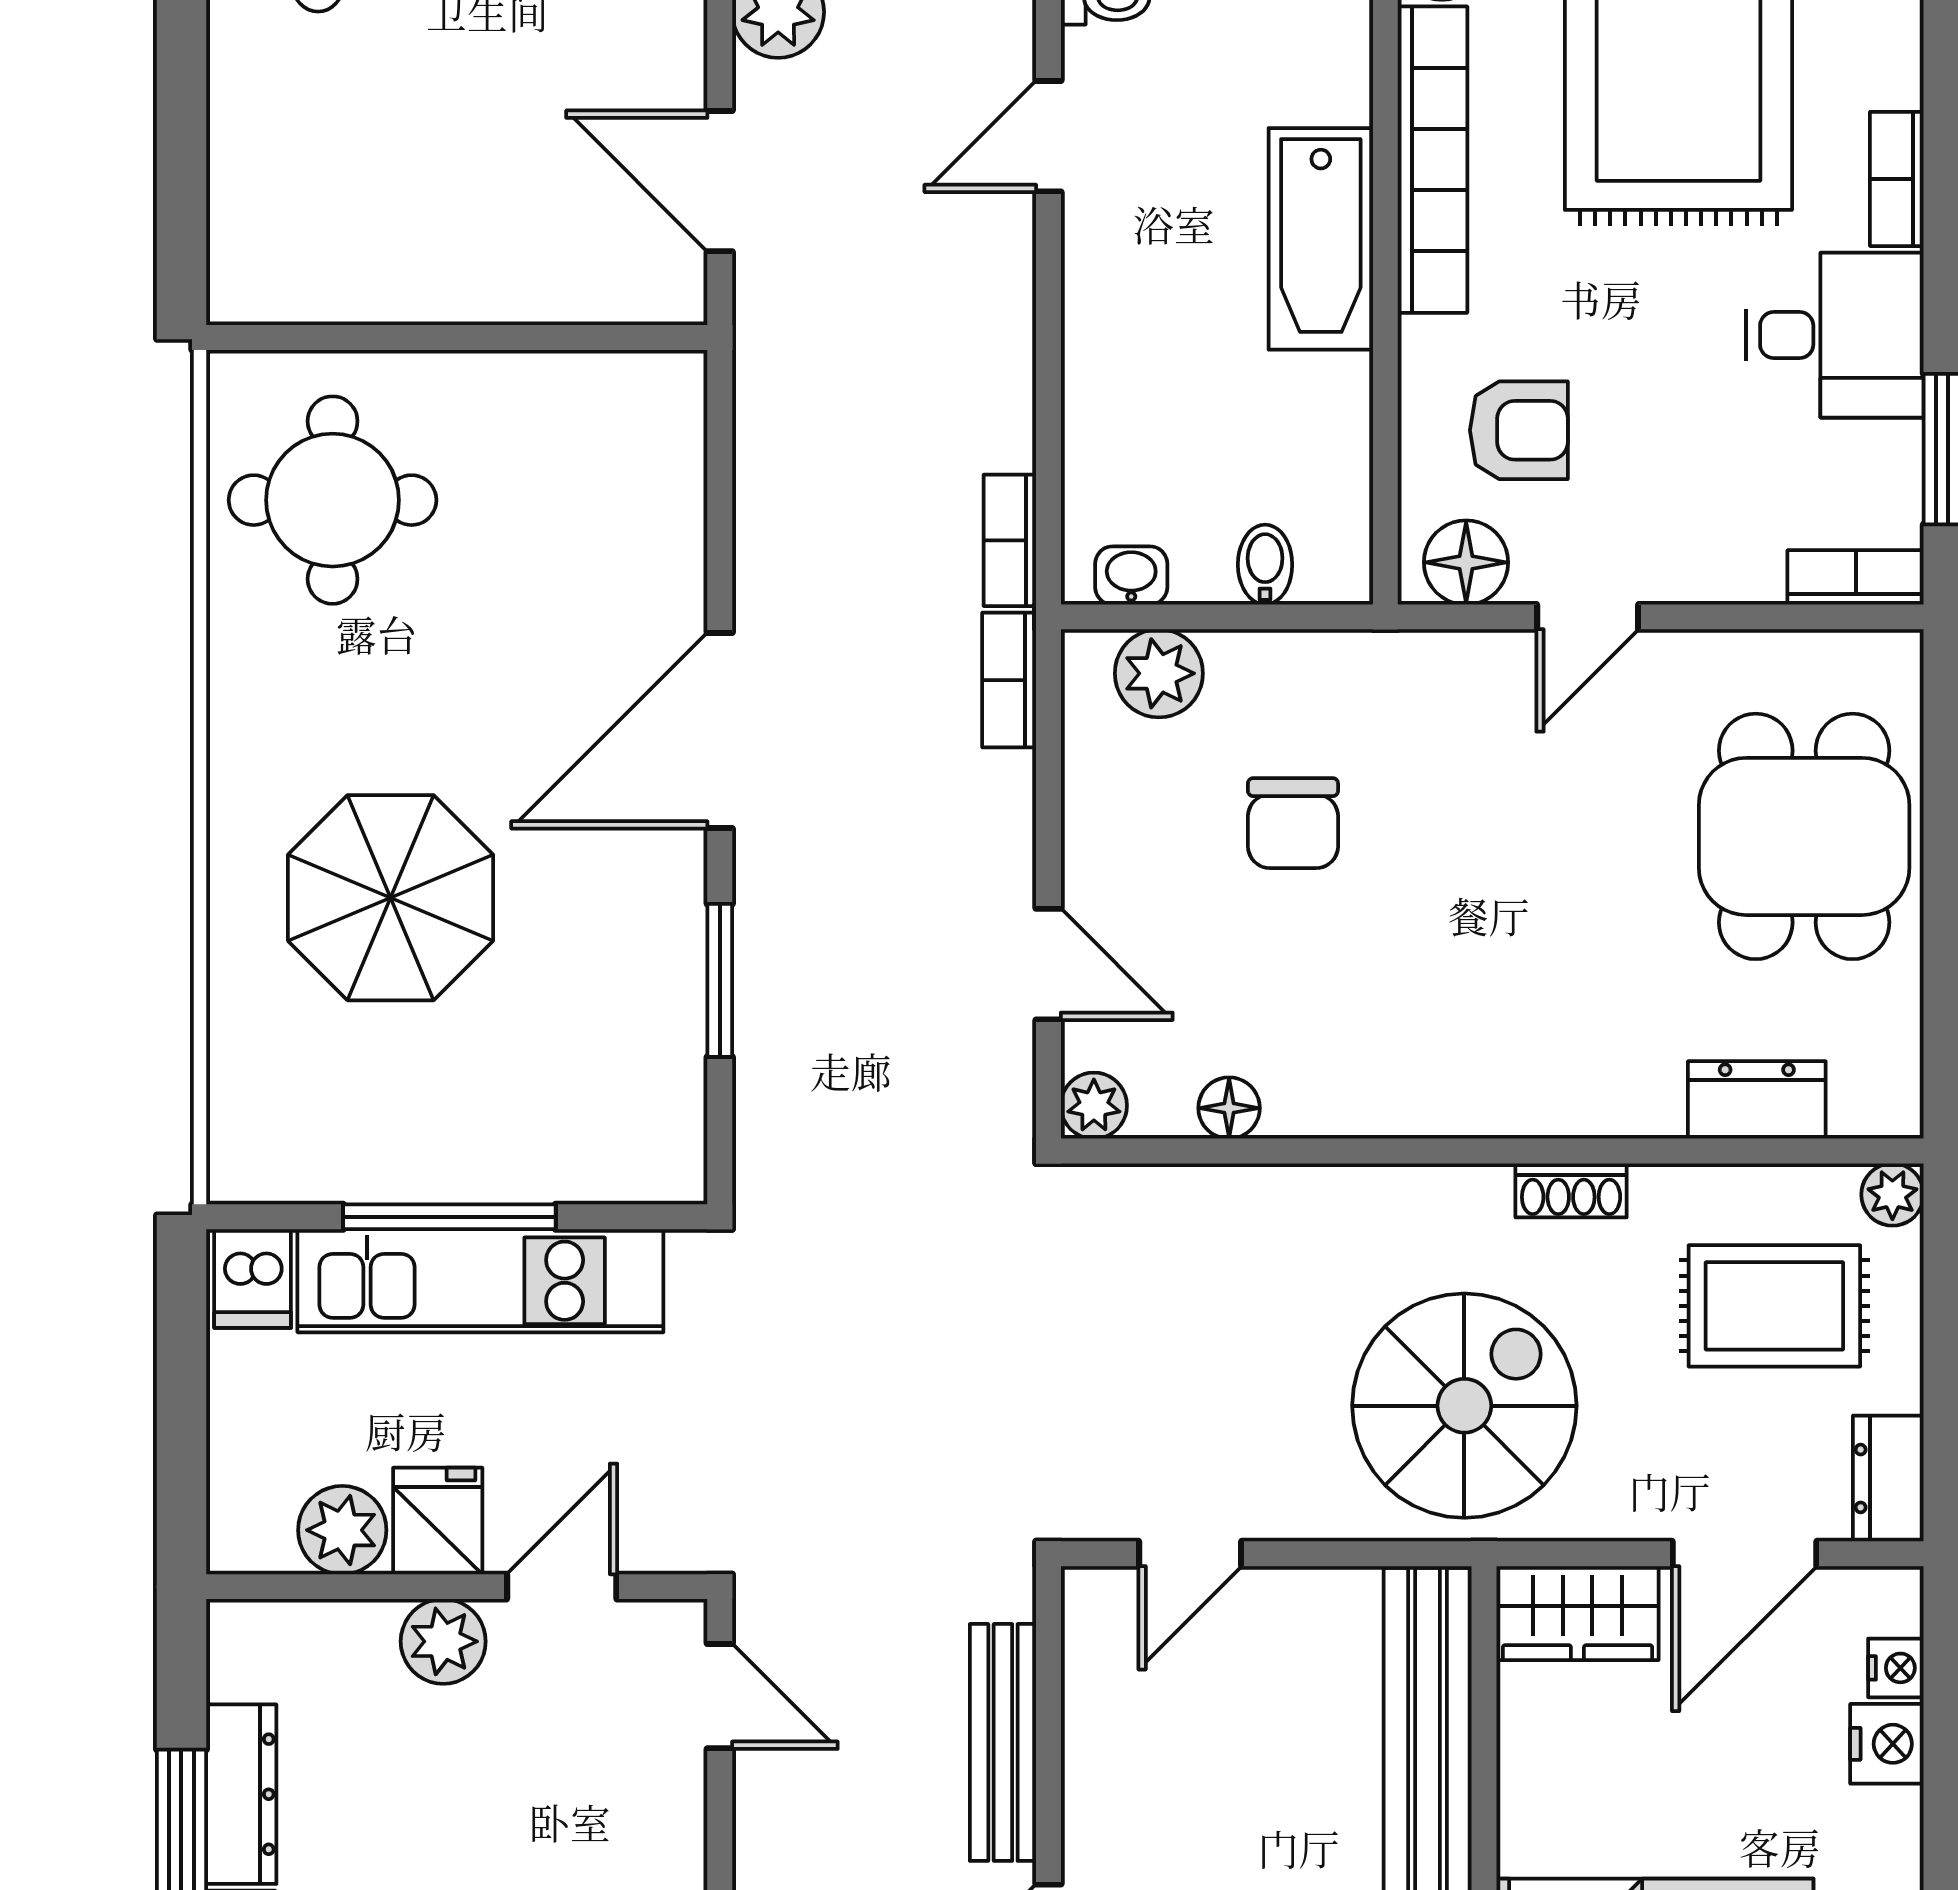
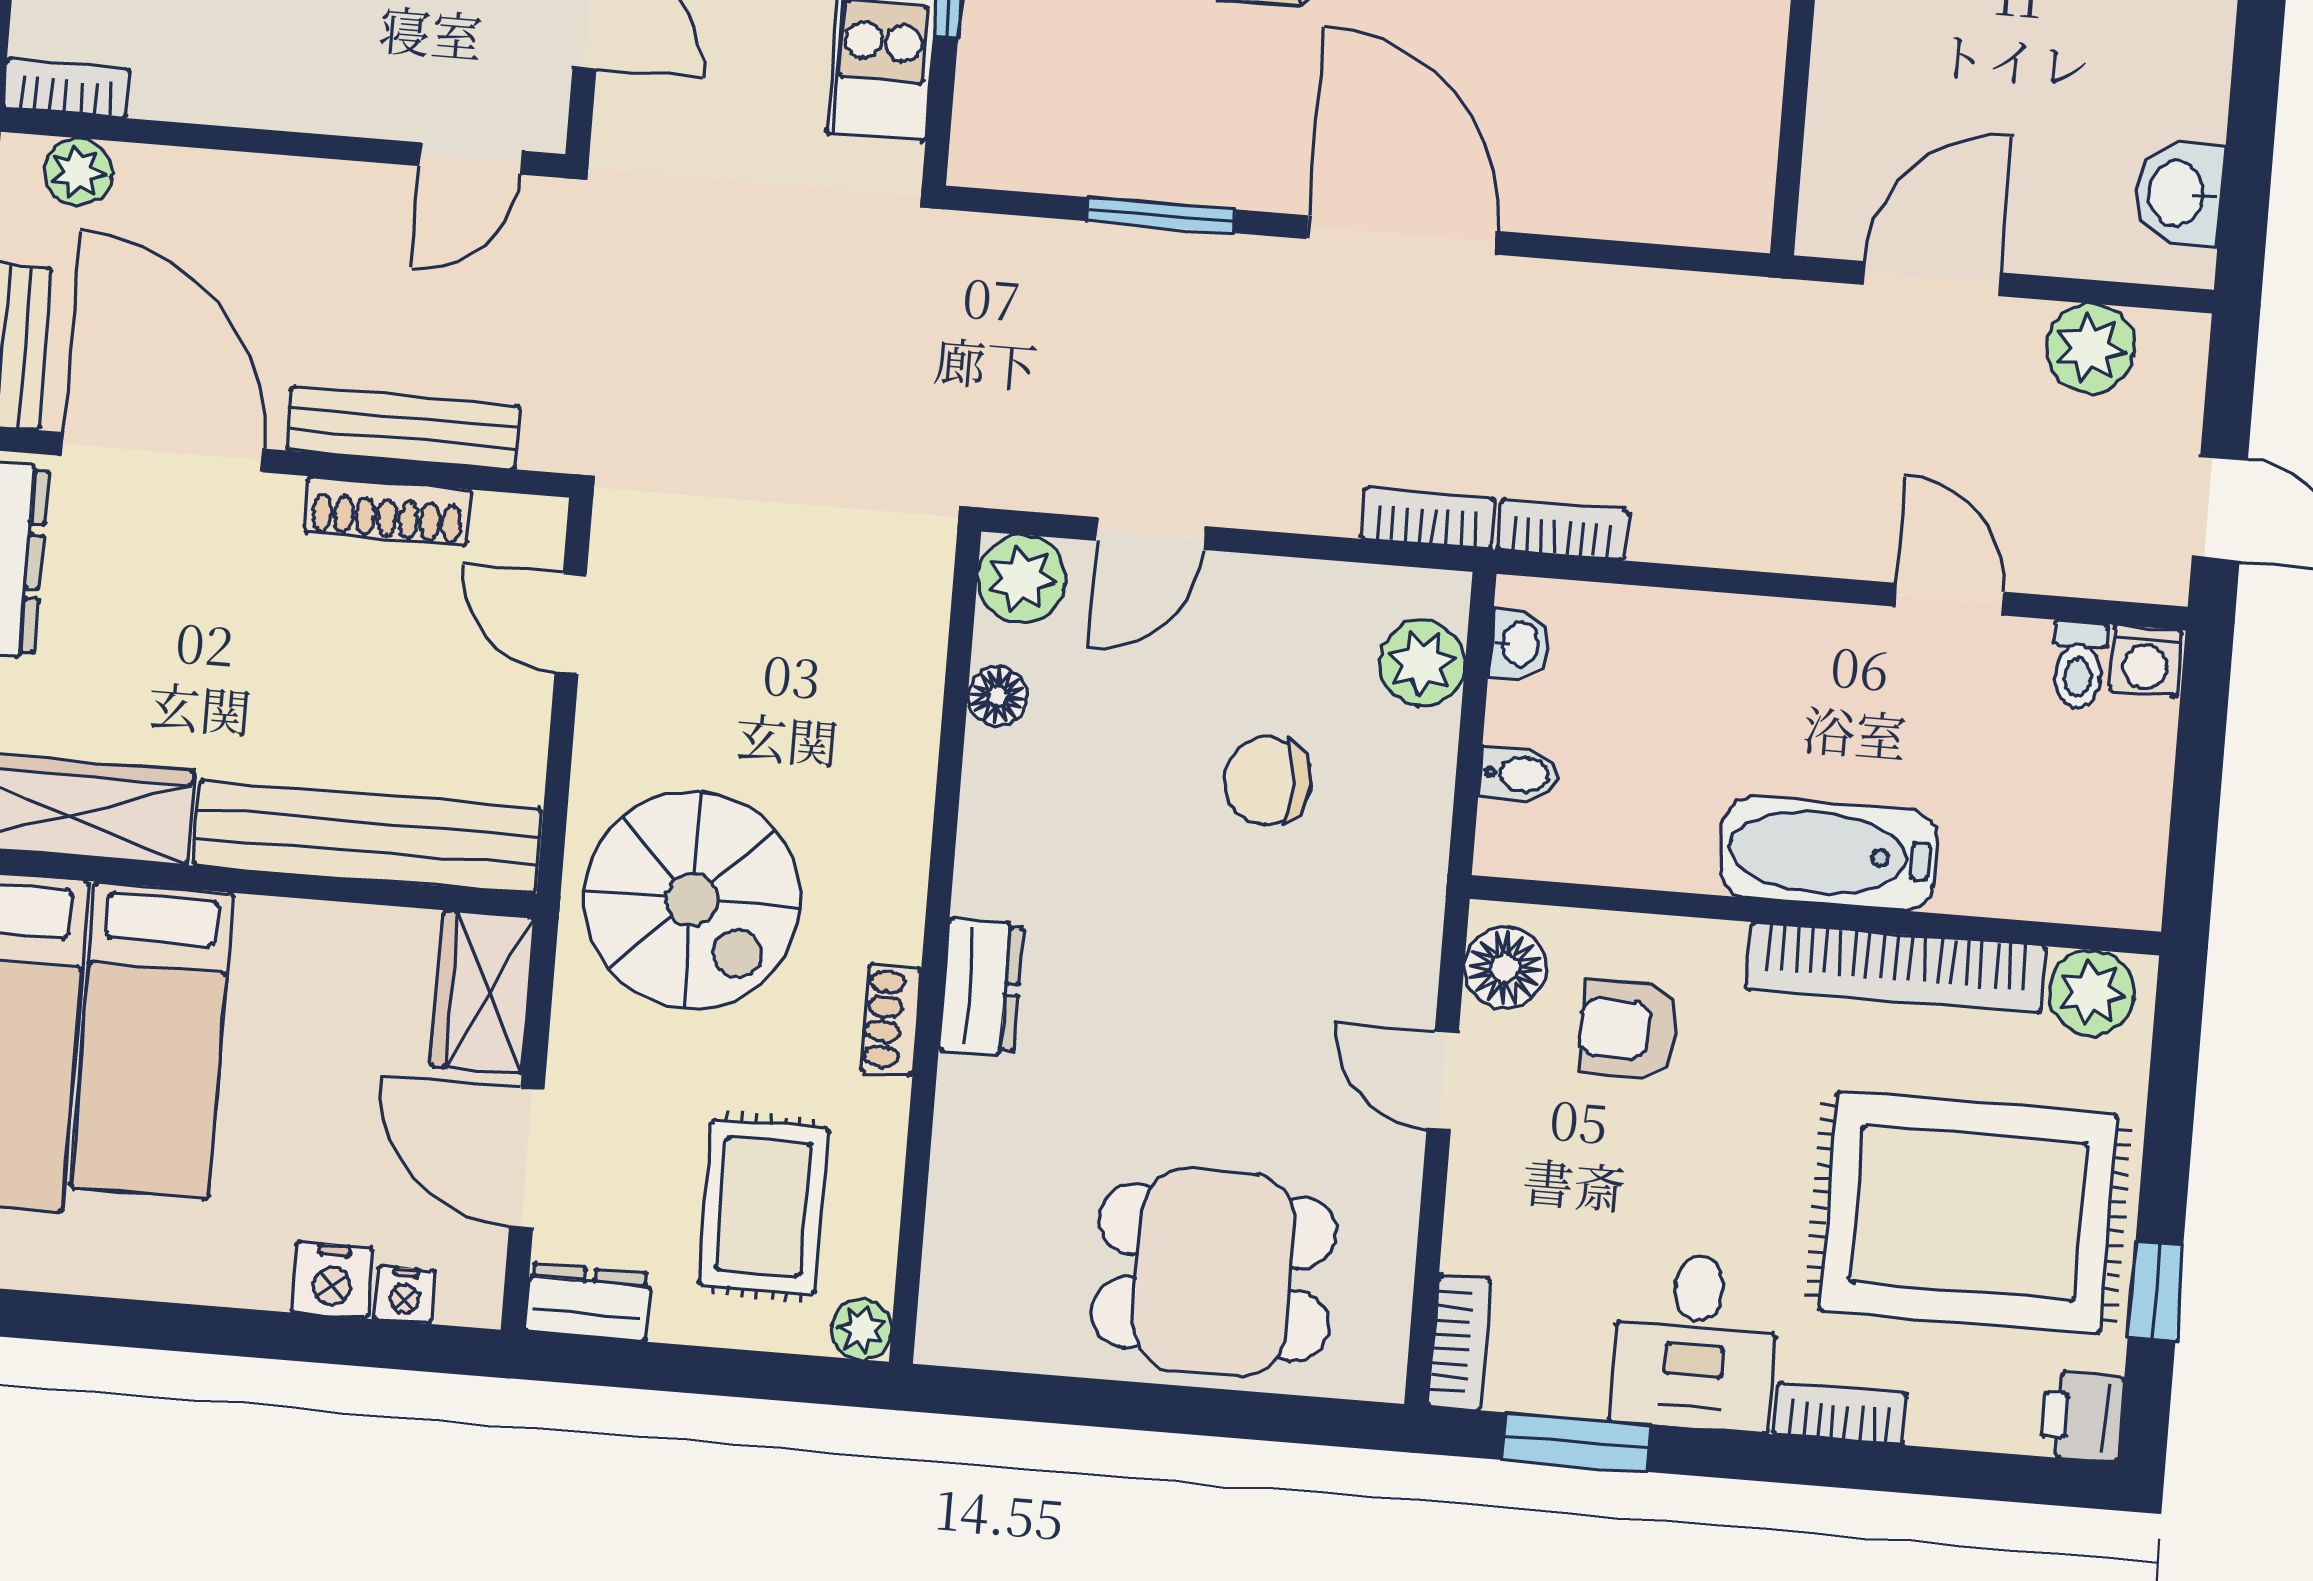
armchair: (1519, 430) -> (1628, 1029), turned 90
dresser: (1757, 1100) -> (981, 987), moved
plant: (1094, 1106) -> (1021, 579), width x1.38, depth x1.38
shoe rack: (1090, 1752) -> (387, 511), added

